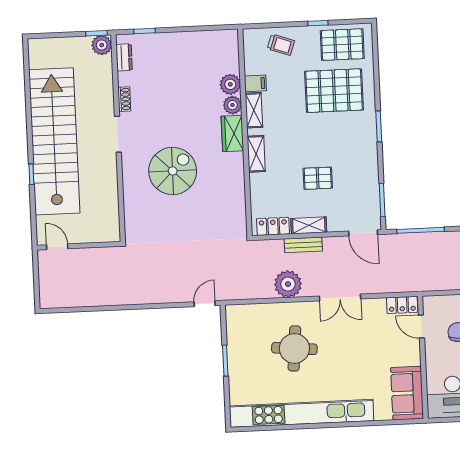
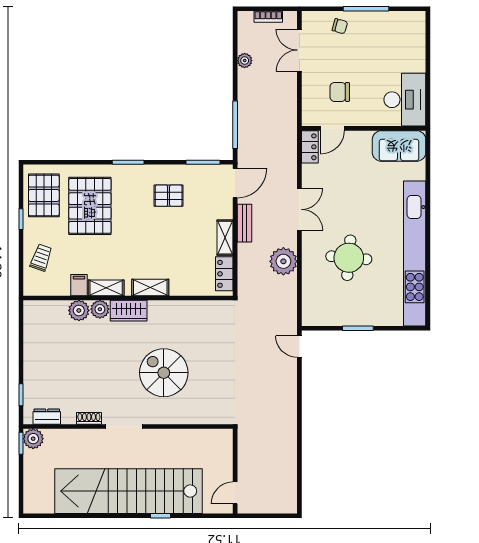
pallet: (318, 178) -> (169, 196), moved, turned 90
bench: (303, 245) -> (245, 223), moved

